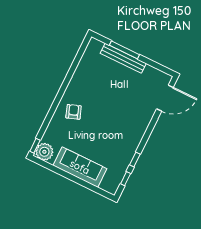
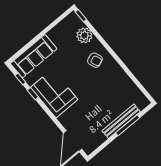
corner sofa: (125, 138) -> (54, 93), added
plant: (44, 152) -> (84, 35), moved
sofa: (80, 167) -> (34, 56), moved

